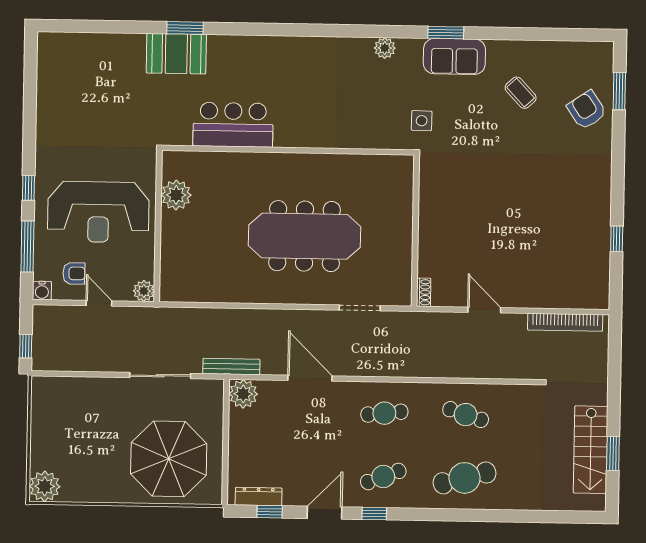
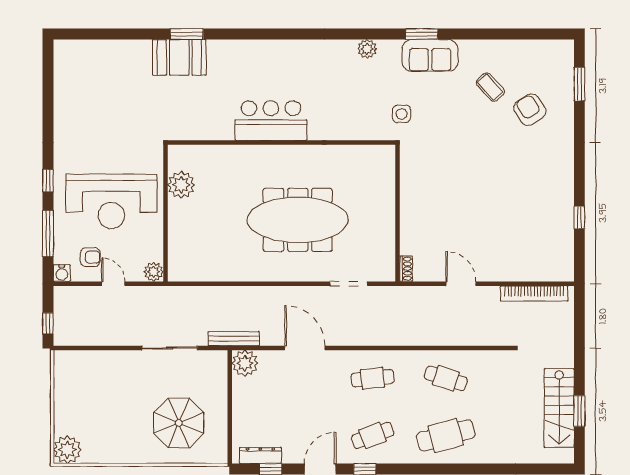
armchair: (587, 110) -> (530, 110), moved
bar counter: (233, 125) -> (271, 121), moved
parasol: (169, 459) -> (179, 423), width x0.73, depth x0.73

